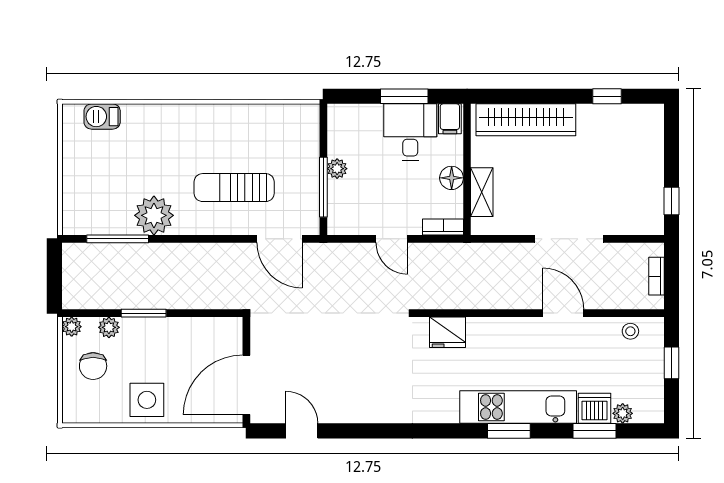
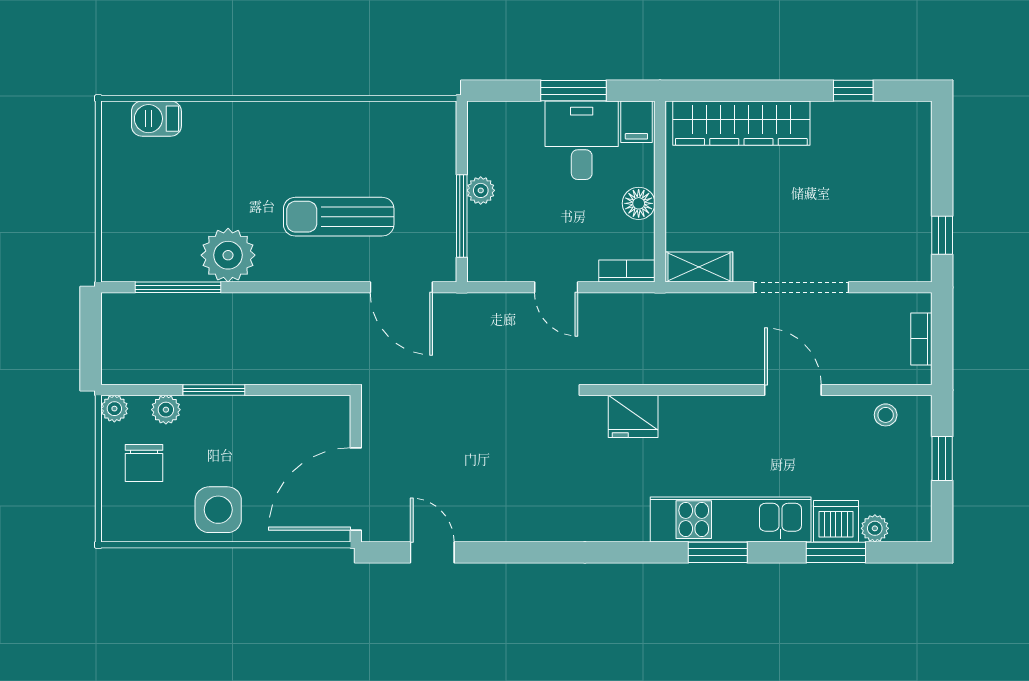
shelving: (482, 192) -> (699, 267), moved, turned 90

